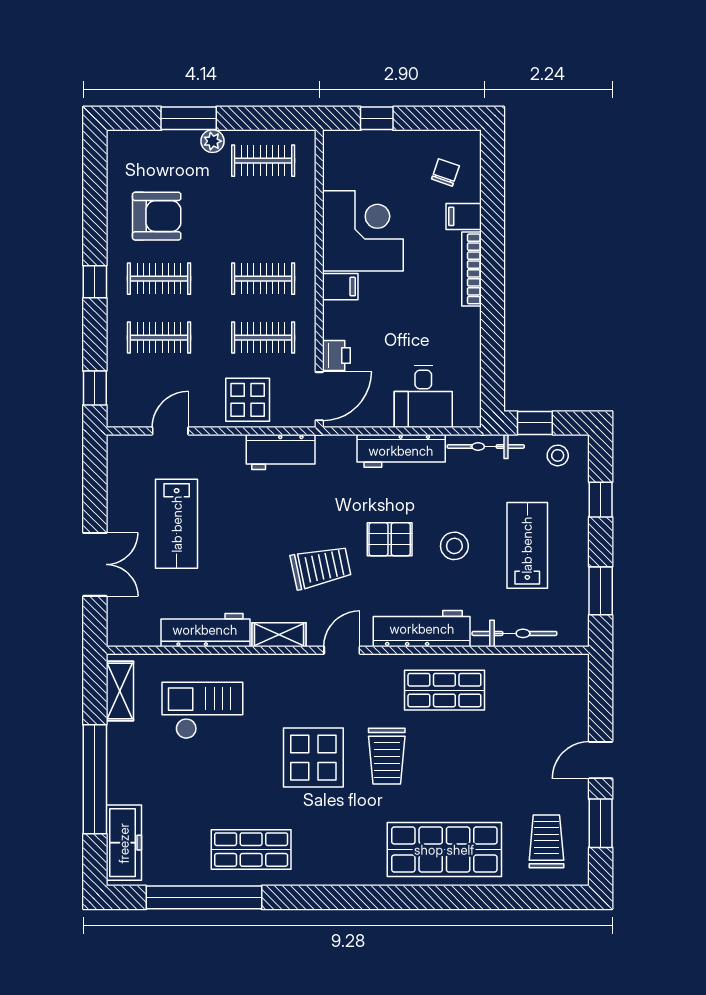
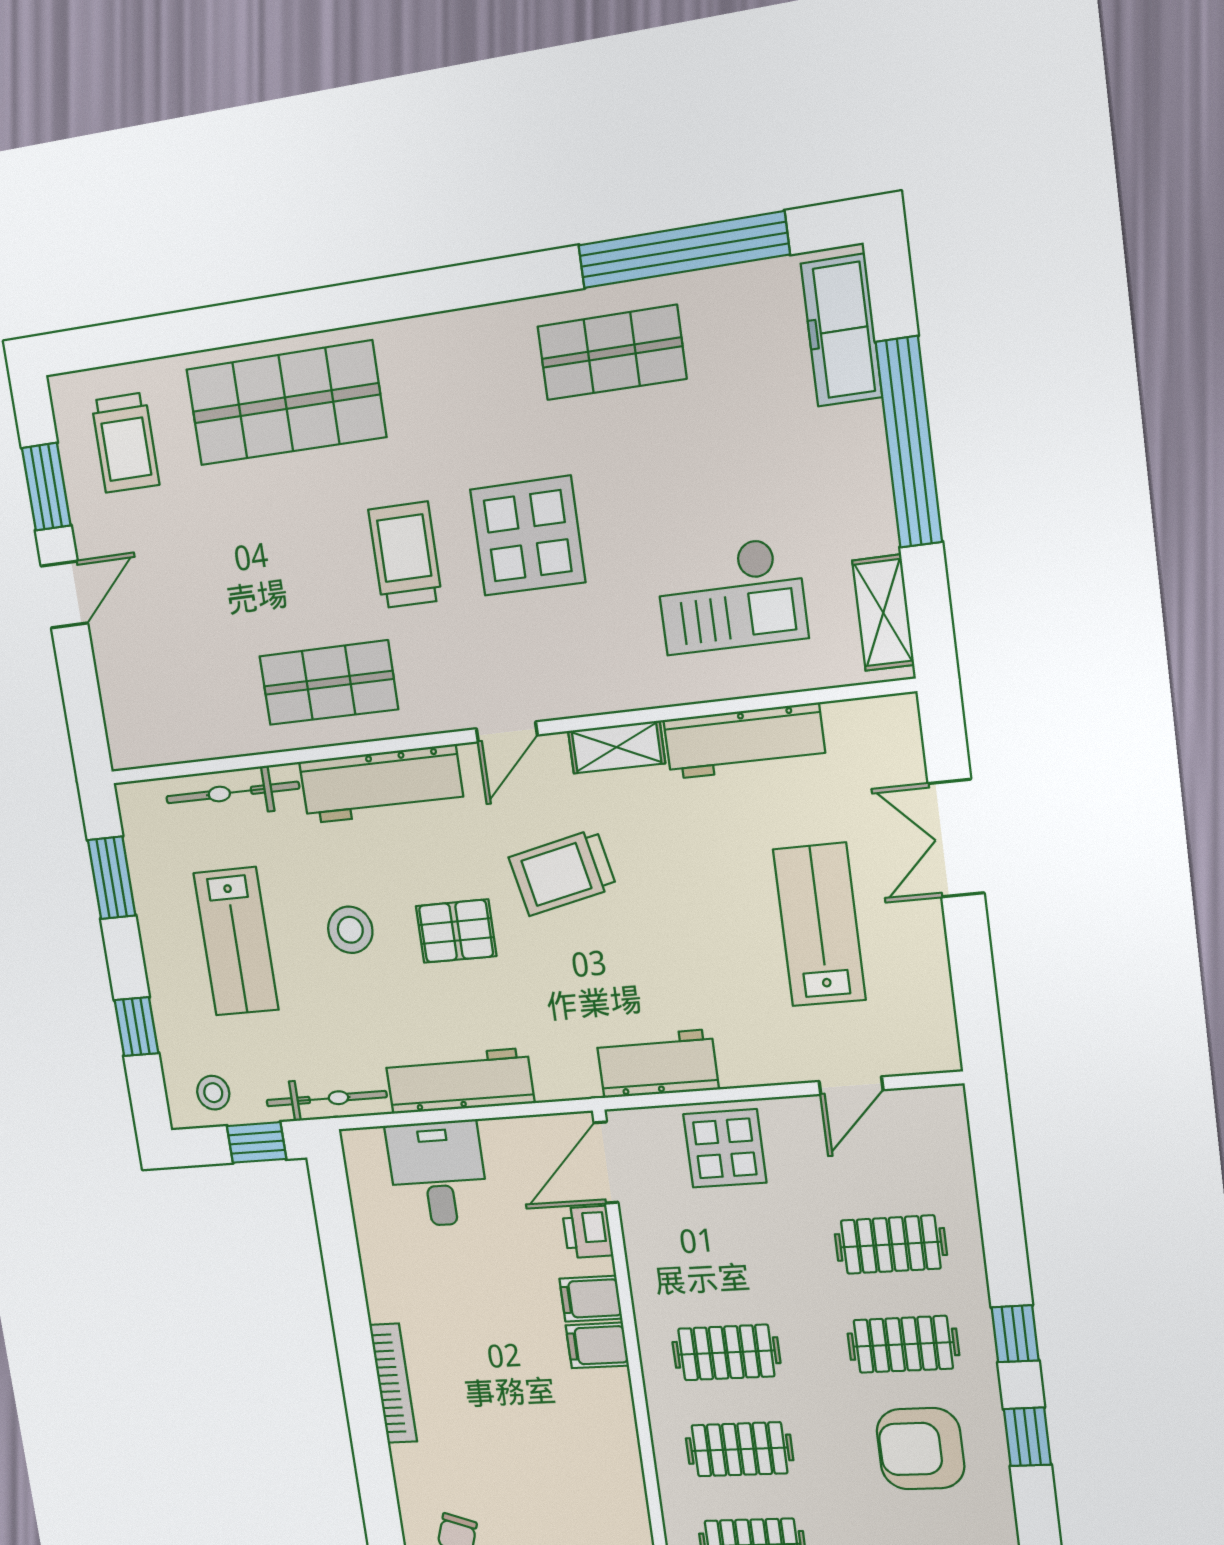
filing cabinet: (464, 216) -> (591, 1299), moved, turned 180
corner desk: (363, 231) -> (574, 1437), removed
clothes rail: (263, 338) -> (739, 1449), moved
window: (95, 388) -> (1027, 1437), moved

